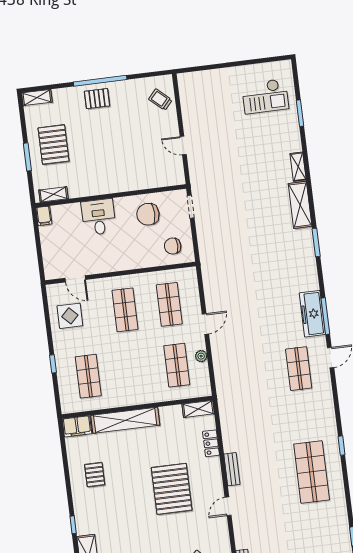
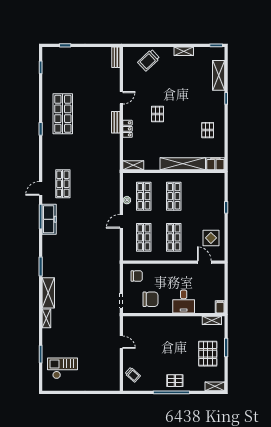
shop shelf: (88, 376) -> (174, 196), moved
locker: (211, 443) -> (127, 129), moved
pallet: (172, 489) -> (158, 114), width x0.49, depth x0.50

